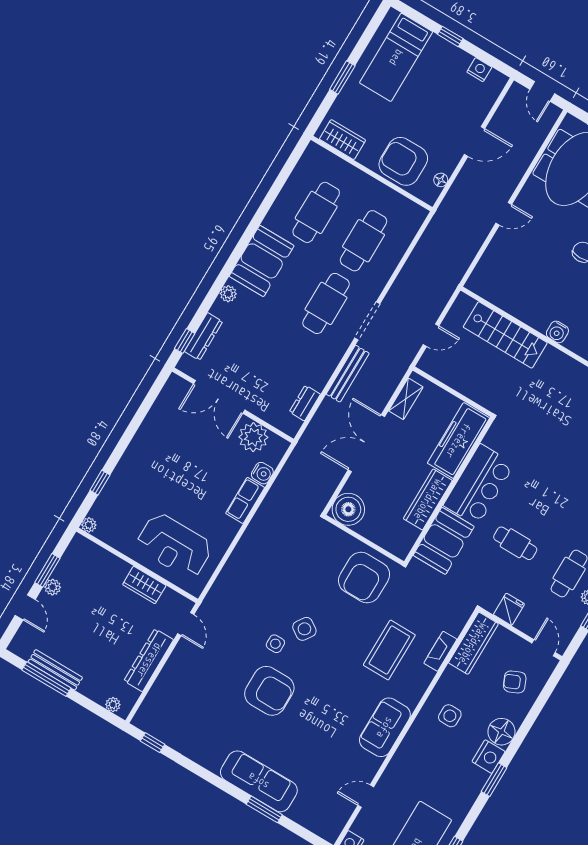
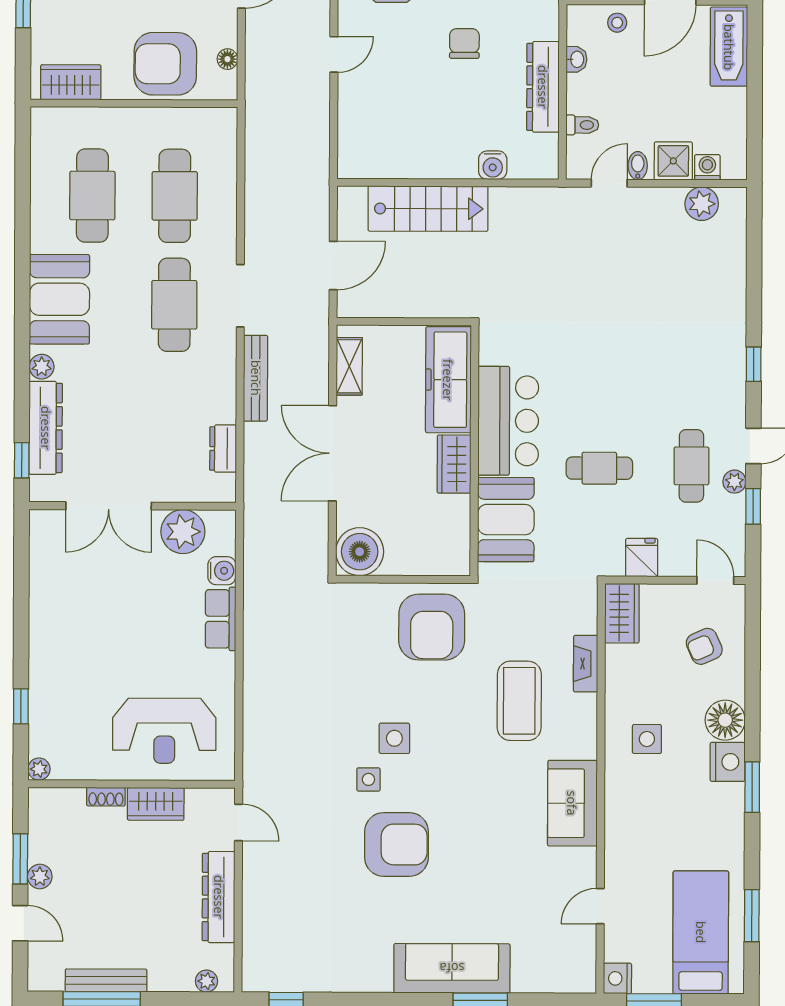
door: (431, 335) -> (333, 266), width x1.38
dresser: (203, 336) -> (46, 428), width x1.37, depth x1.24
wardrobe: (428, 499) -> (454, 464), width x0.67
shoe rack: (118, 564) -> (106, 797), added
side table: (304, 629) -> (394, 738), turned -34
wardrobe: (473, 643) -> (622, 613), width x0.67

